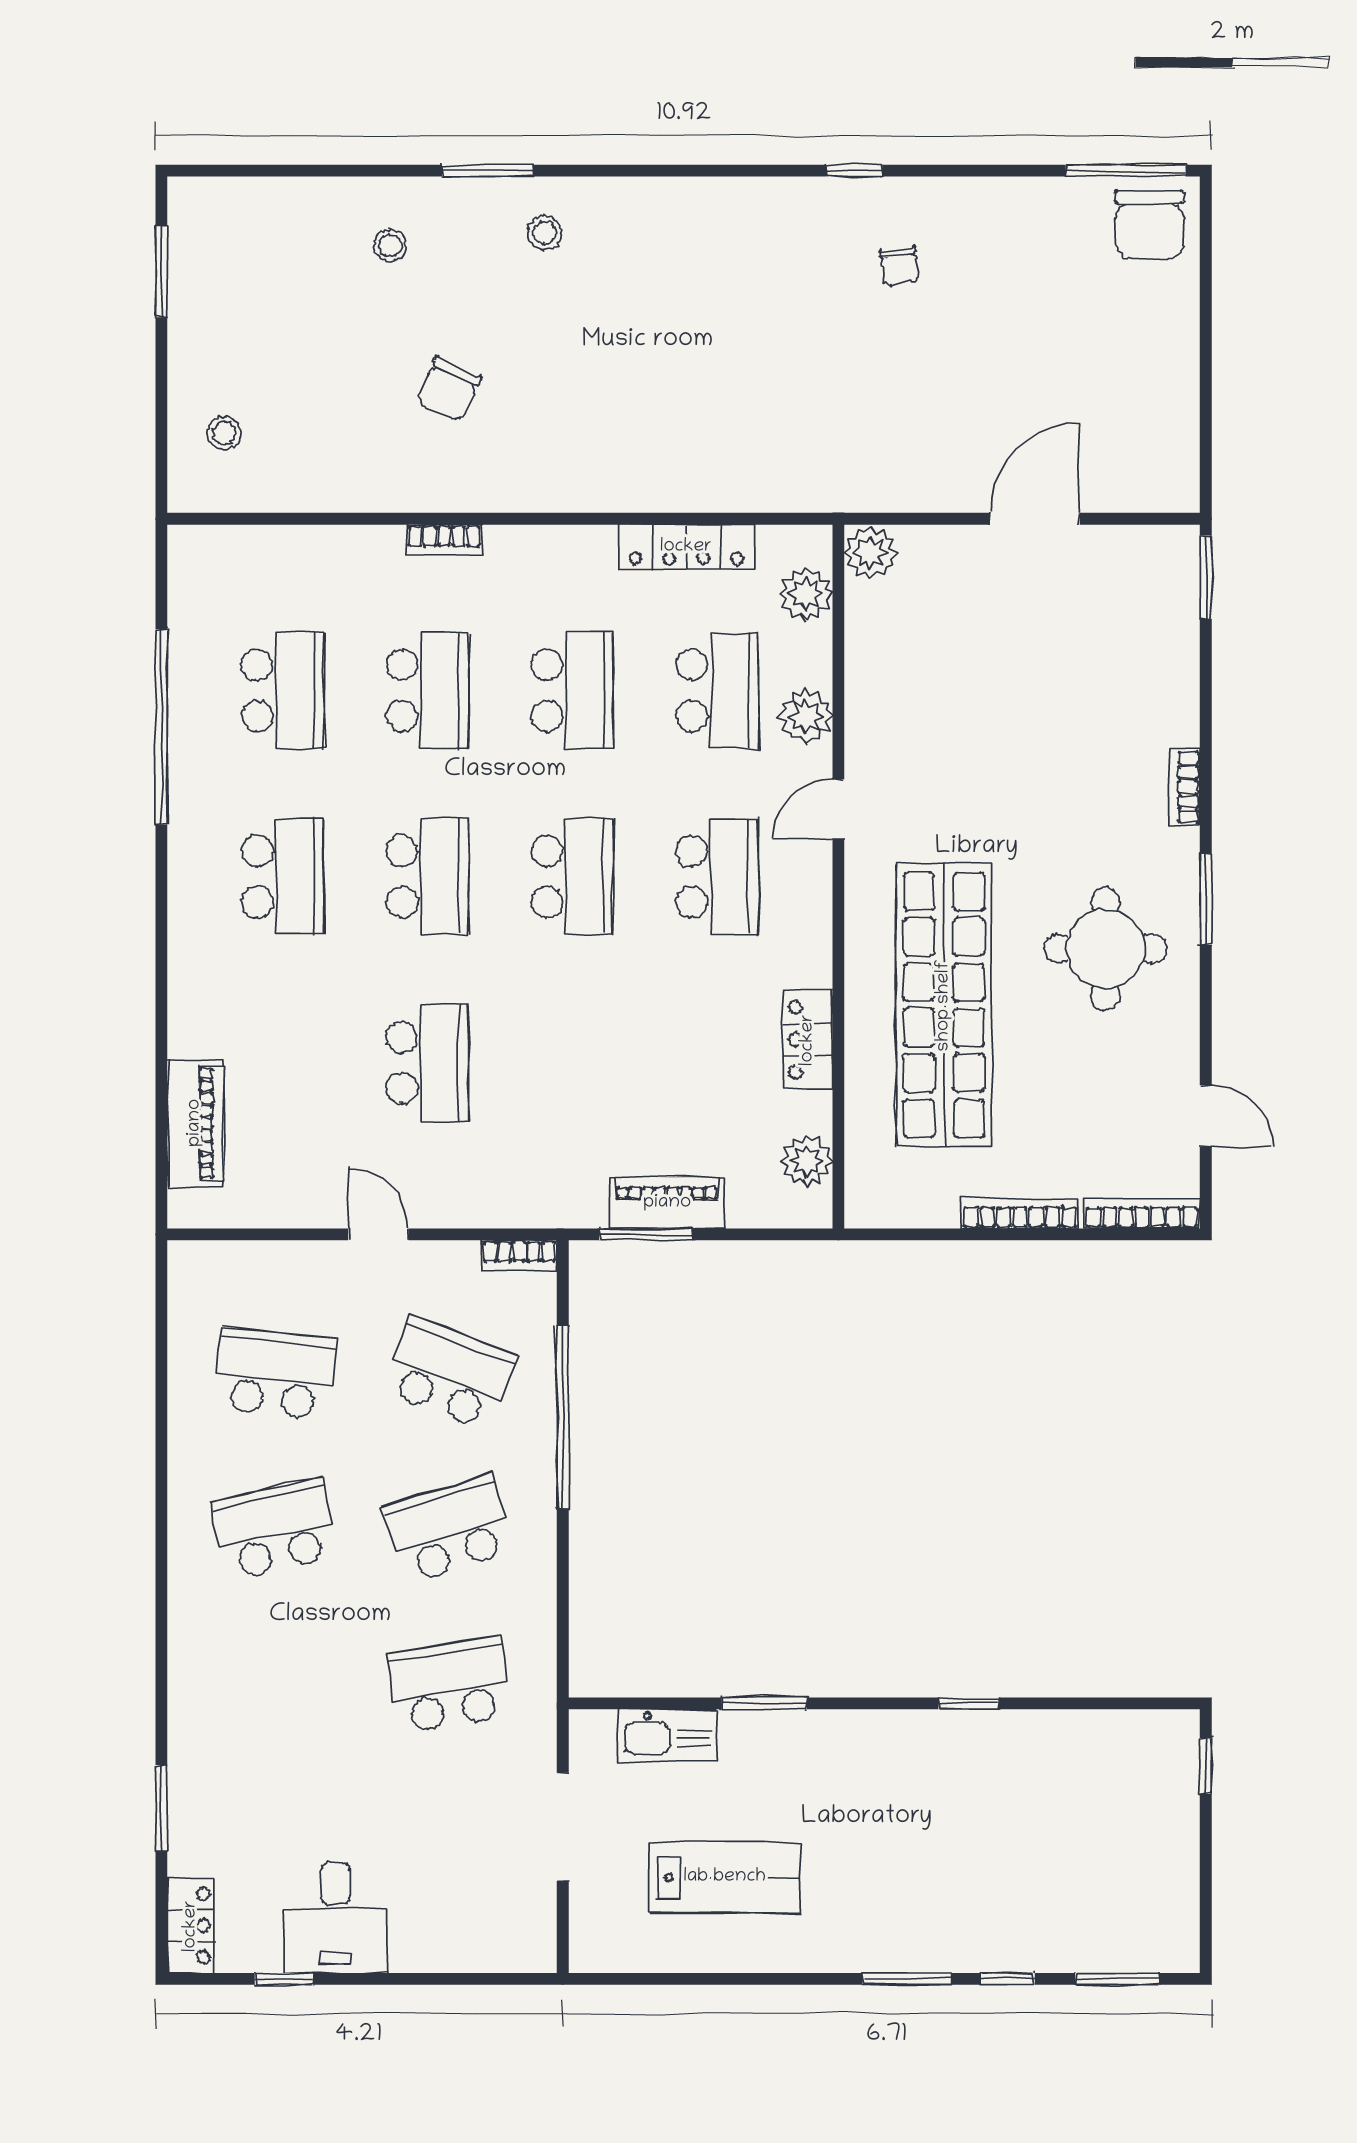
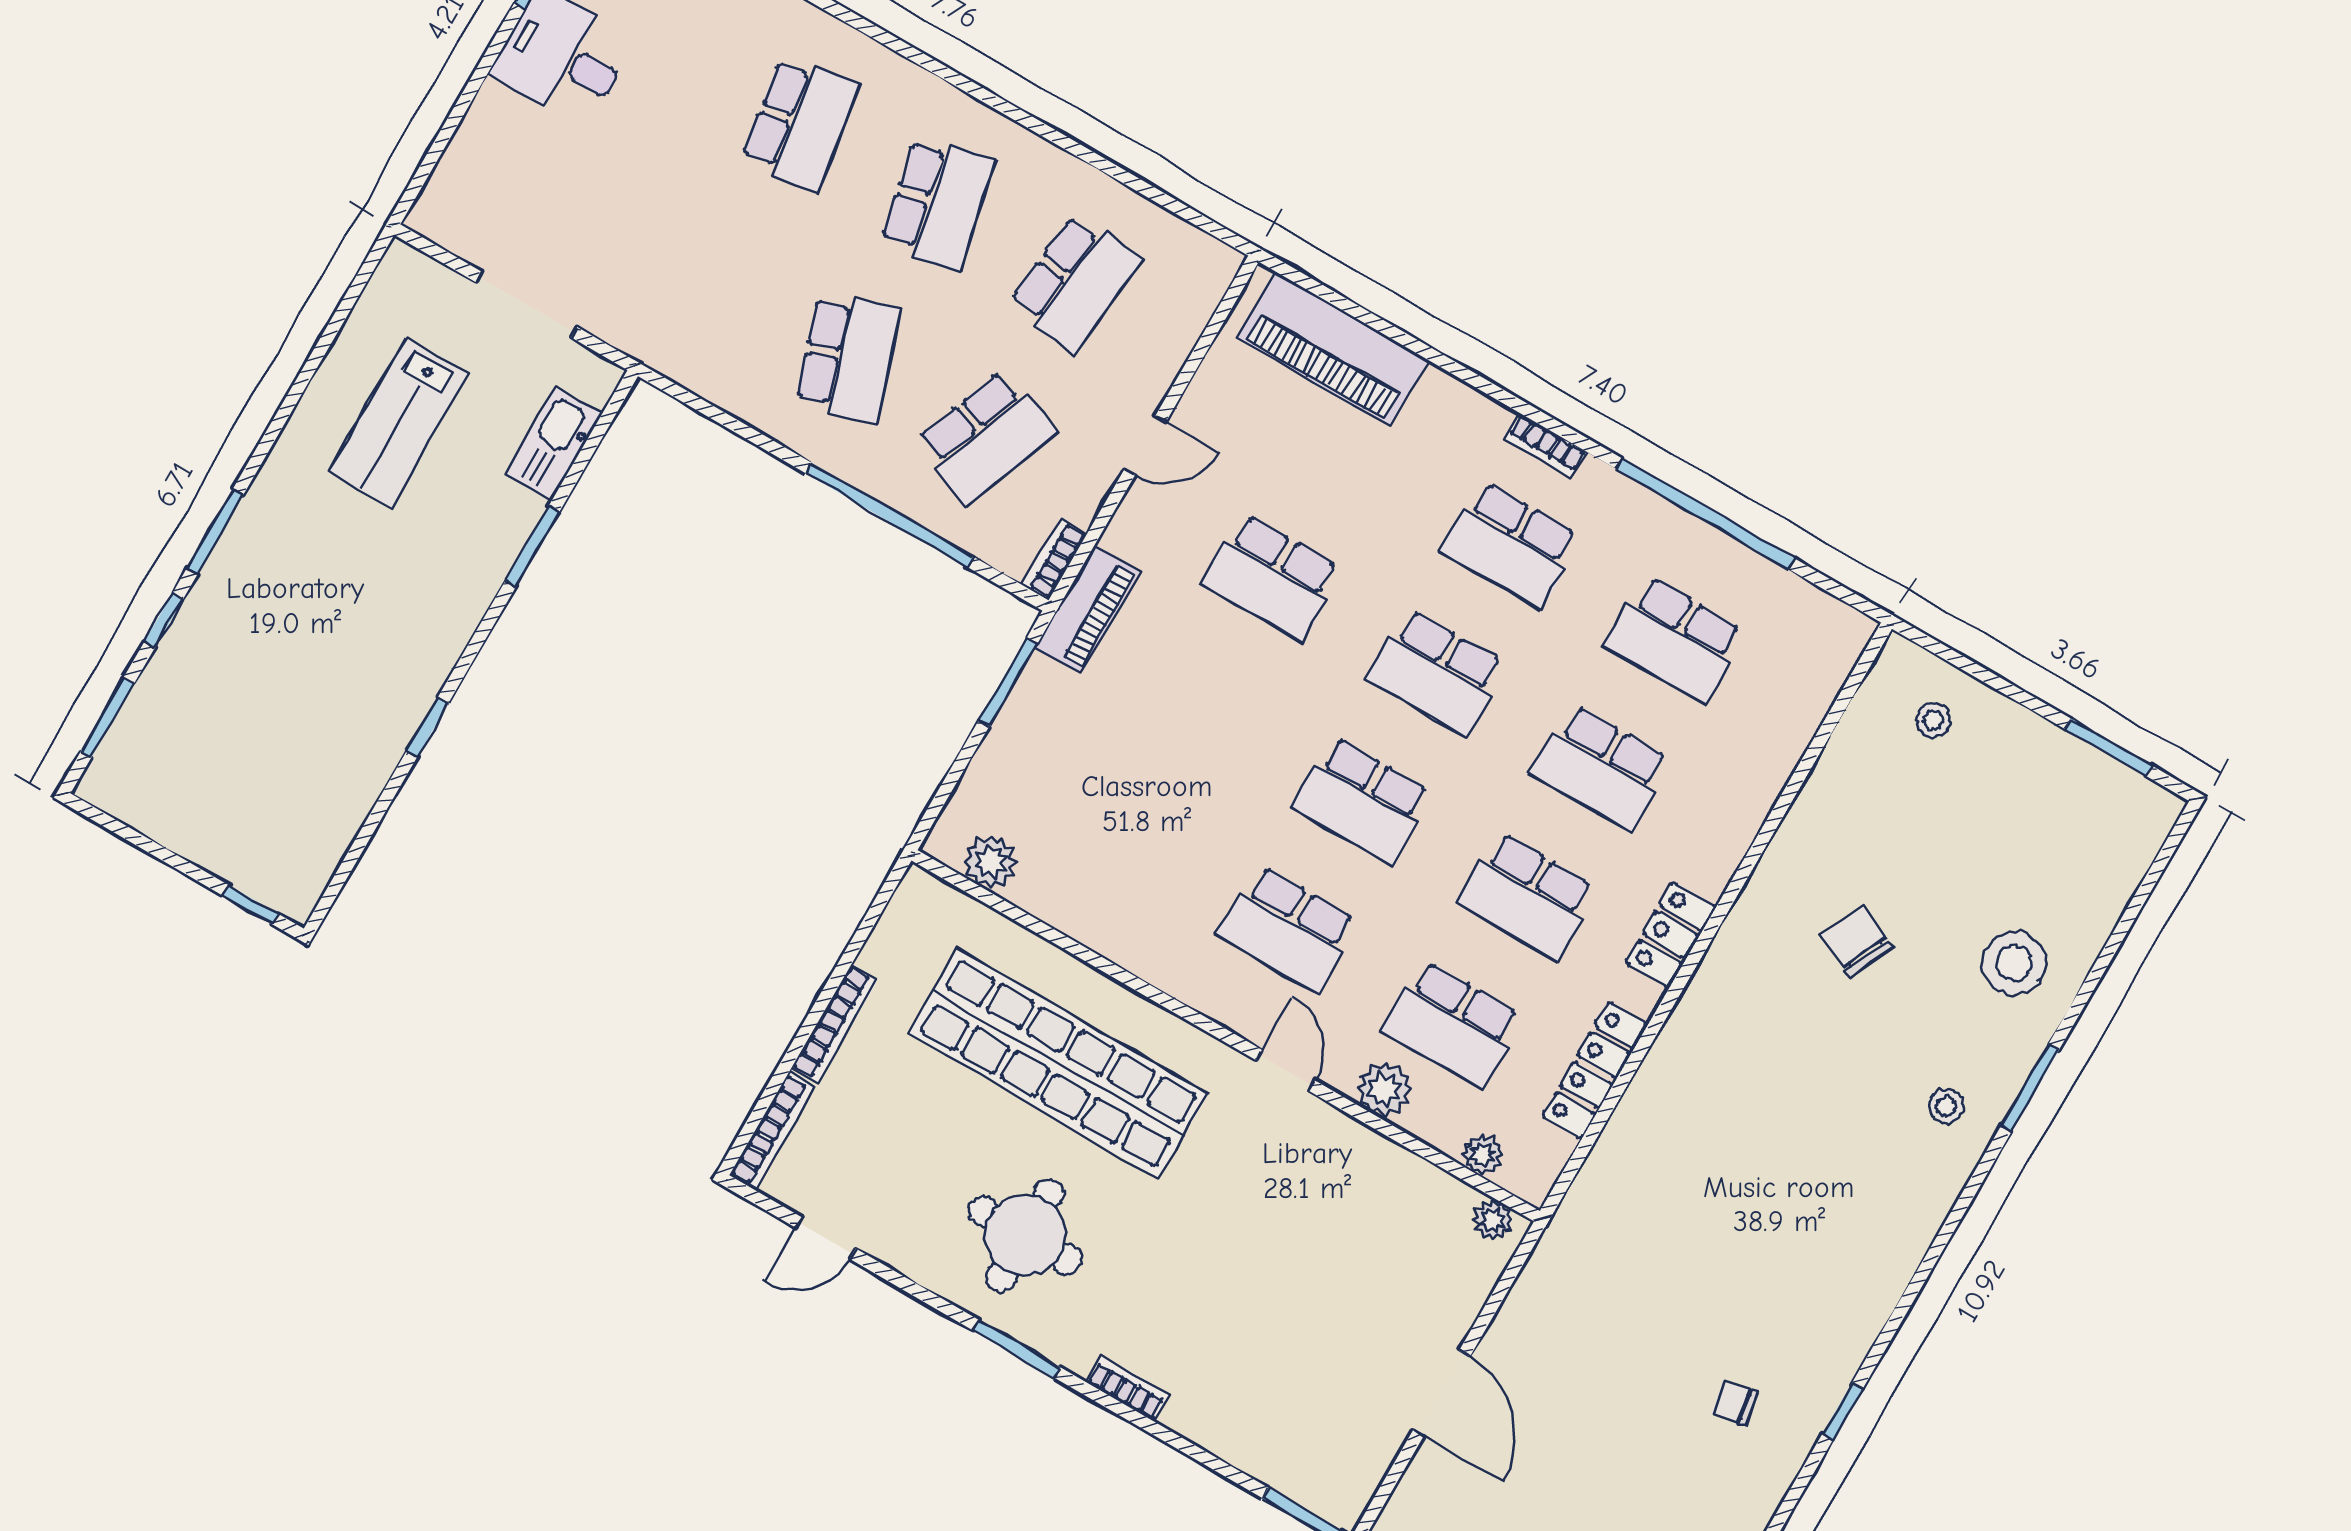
stool: (390, 245) -> (2014, 963), width x1.89, depth x1.89
bookcase: (444, 540) -> (1545, 446), moved, turned -90
plant: (870, 553) -> (1493, 1220), width x0.73, depth x0.73
plant: (806, 594) -> (1483, 1155), width x0.73, depth x0.73
locker: (808, 1040) -> (1671, 935), moved, turned -90
piano: (195, 1123) -> (1333, 349), width x1.37, depth x1.33
piano: (667, 1203) -> (1087, 609), moved
school desk: (449, 1684) -> (800, 123), moved

